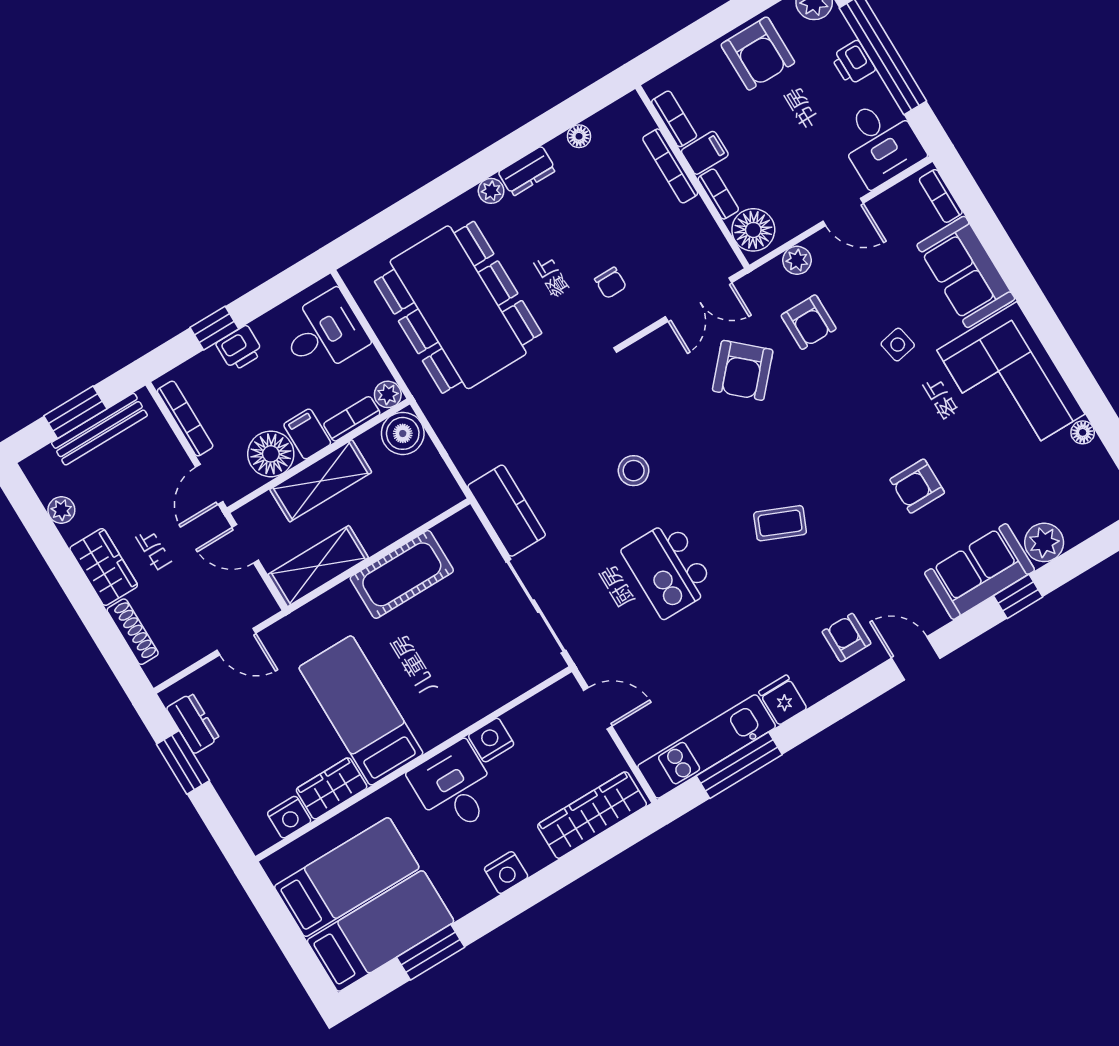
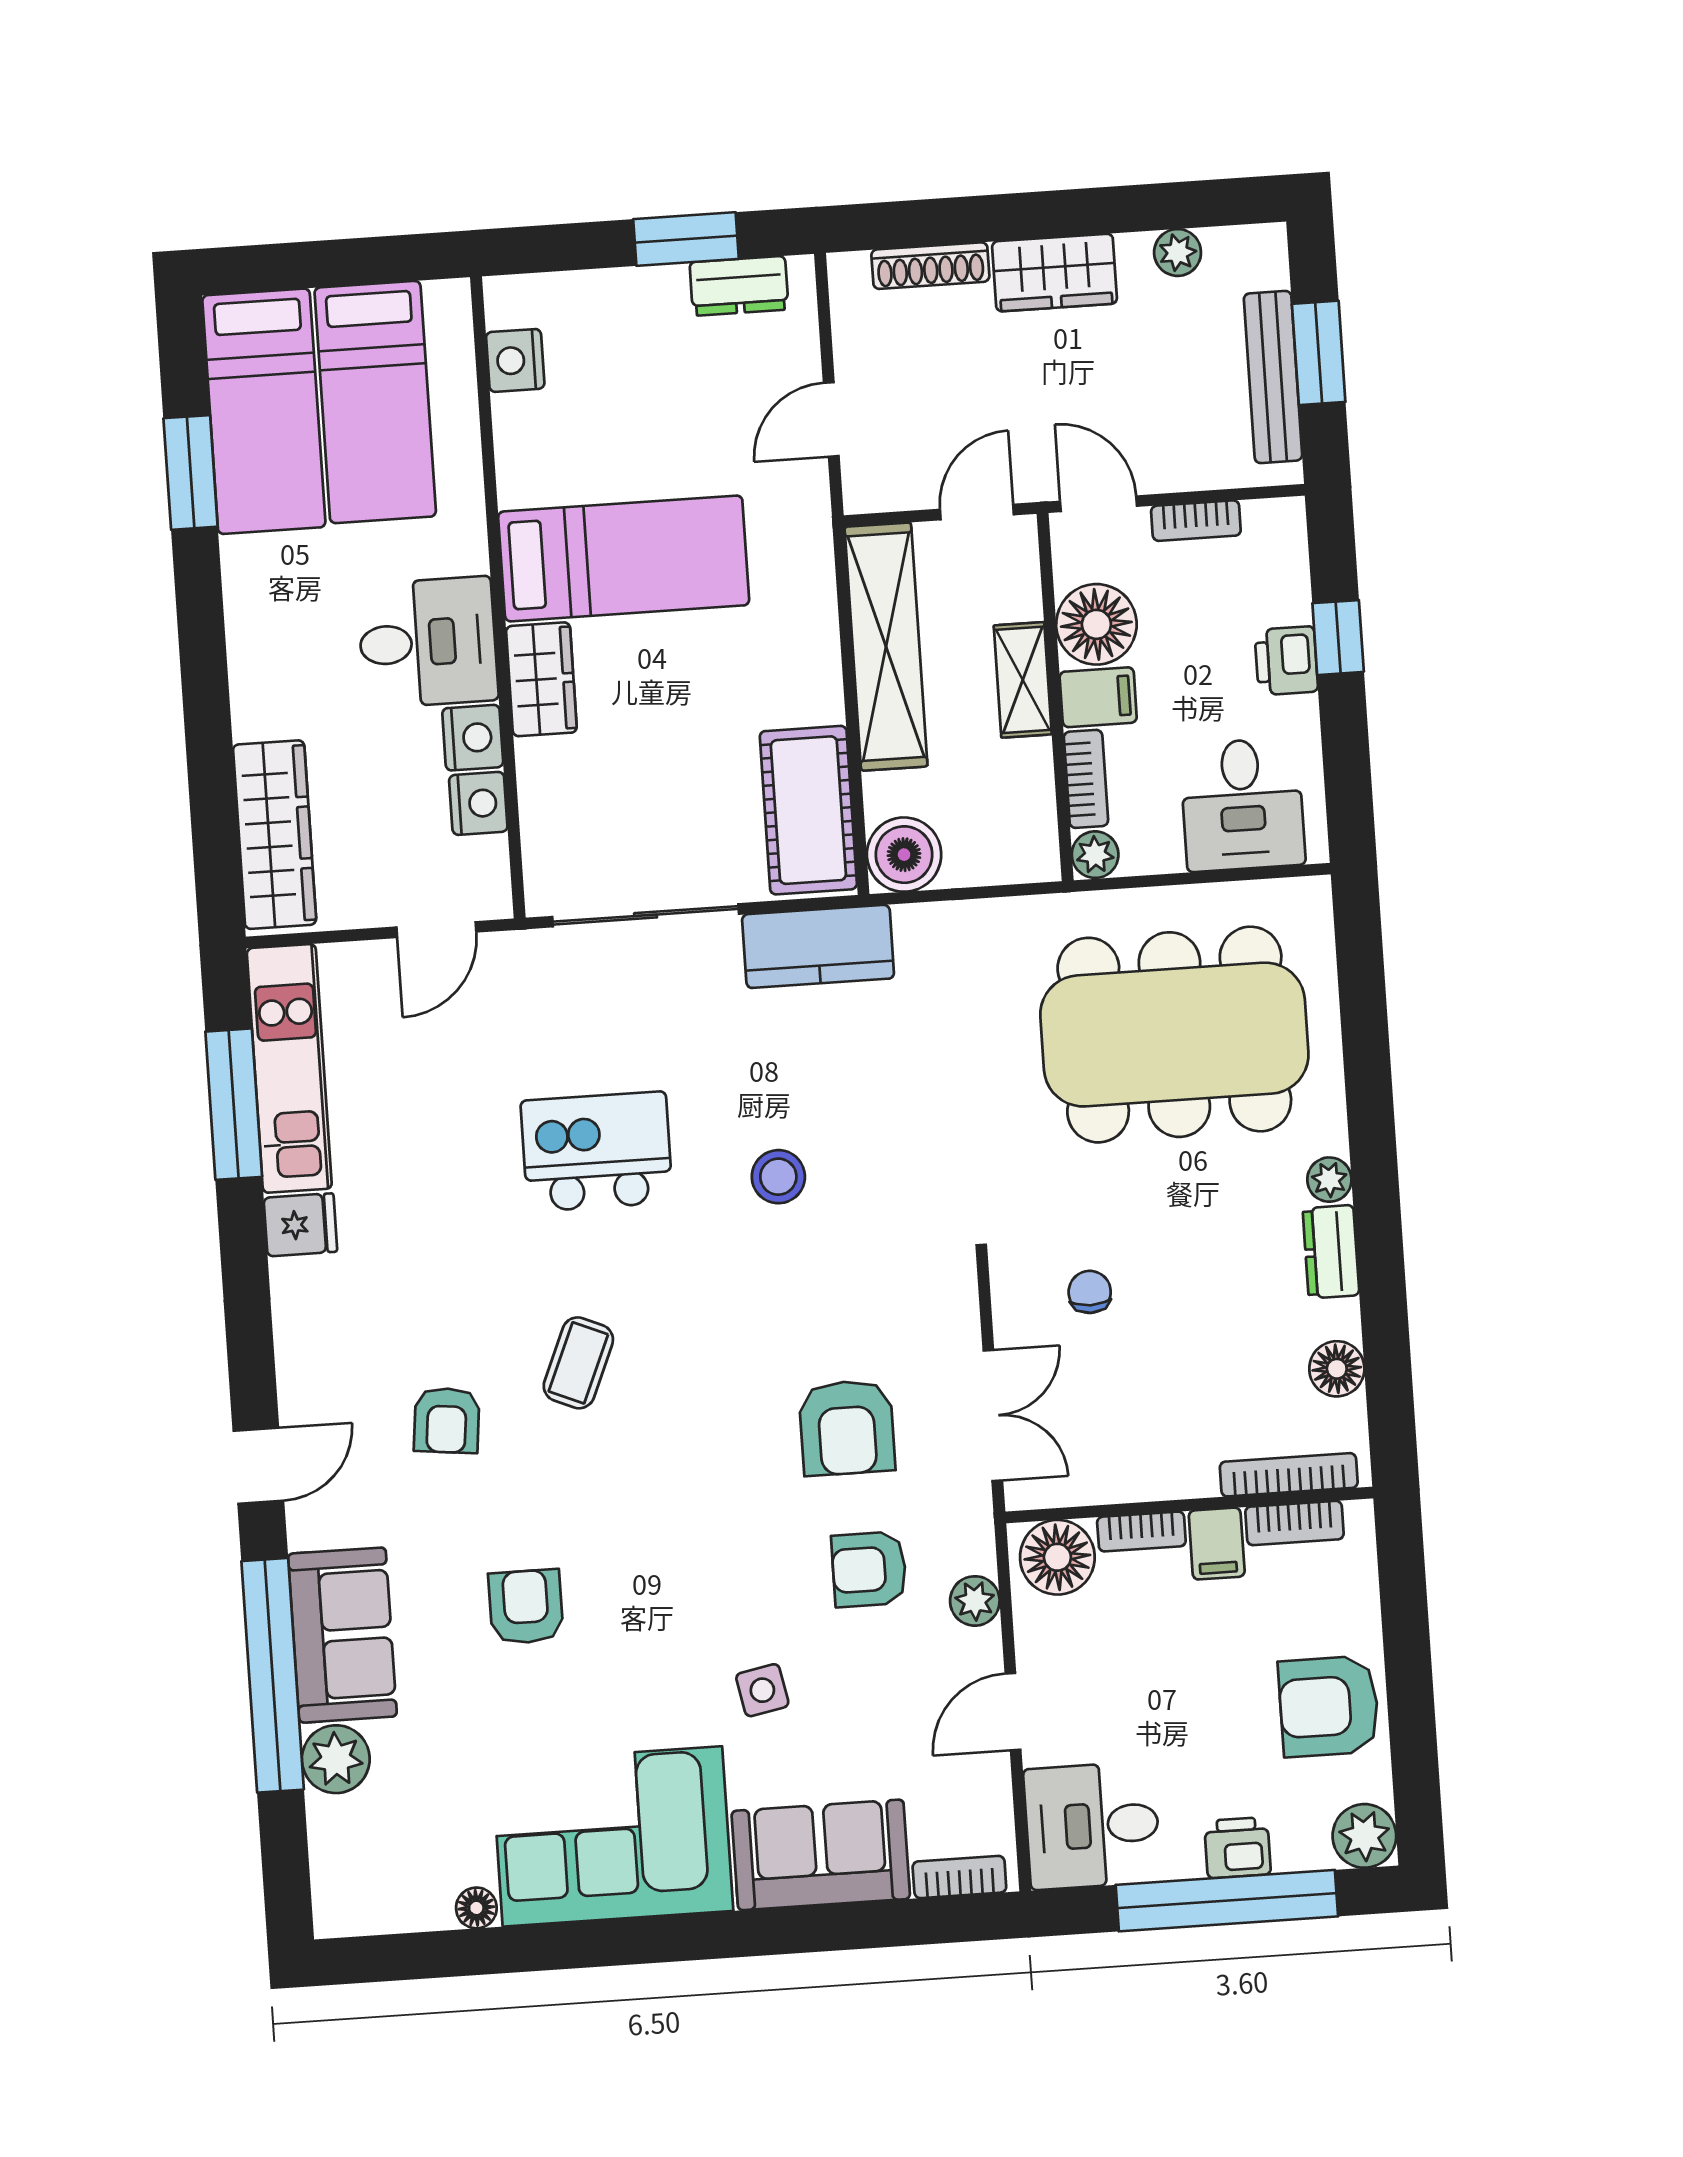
floor lamp: (579, 136) -> (1337, 1369), width x1.37, depth x1.37
bookcase: (670, 166) -> (1289, 1475), moved
chair: (611, 283) -> (1090, 1292), turned 90
double door: (698, 300) -> (993, 1416), swing flipped
armchair: (743, 370) -> (847, 1428), turned -132
bookcase: (185, 419) -> (1196, 521), width x0.64
boiler: (403, 433) -> (904, 855), moved
shelving: (321, 481) -> (1023, 680), width x0.67, depth x0.75
shelving: (318, 566) -> (886, 647), width x1.47
cot: (402, 574) -> (808, 810), moved
window: (1018, 596) -> (273, 1675), width x3.17
armchair: (846, 638) -> (447, 1420), moved, turned 96
wardrobe: (332, 788) -> (541, 679), moved
nightstand: (506, 873) -> (478, 803), moved, turned 180

